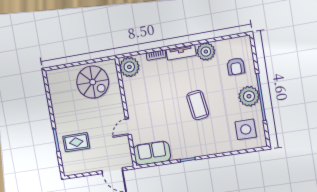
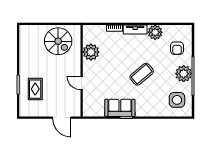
plant: (129, 67) -> (91, 52), moved
coffee table: (198, 105) -> (142, 74), turned 58
door: (128, 127) -> (82, 83), hinge flipped
rug: (76, 142) -> (35, 89), turned 90
sofa: (152, 153) -> (120, 108), moved

